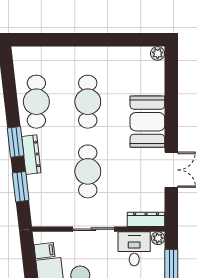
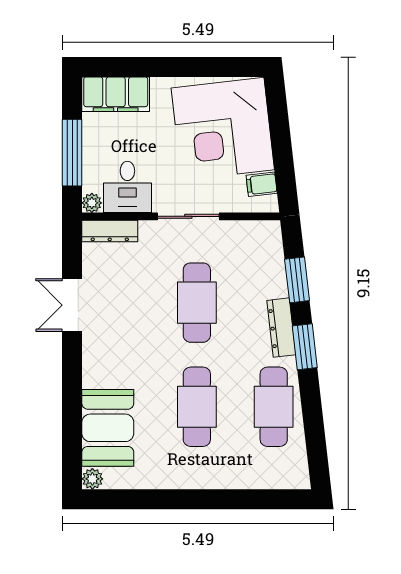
booth: (147, 122) -> (108, 428), moved

